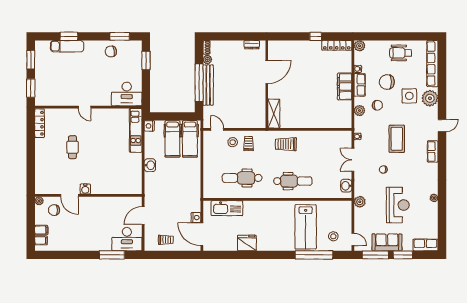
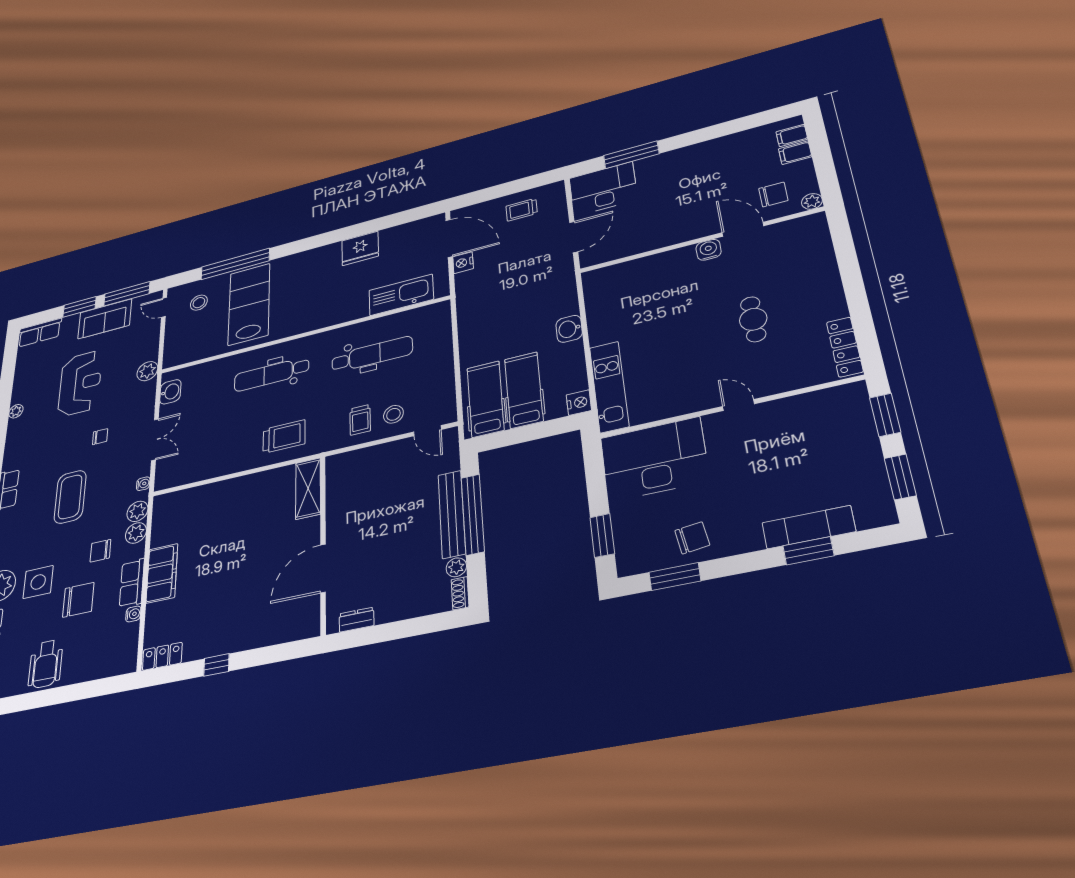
locker: (337, 45) -> (162, 656), width x0.66
plant: (360, 46) -> (137, 511), moved
wheelchair: (401, 53) -> (46, 664), turned 90
desk: (127, 94) -> (654, 459), width x1.36, depth x1.30
reception desk: (398, 205) -> (80, 383), turned 180

